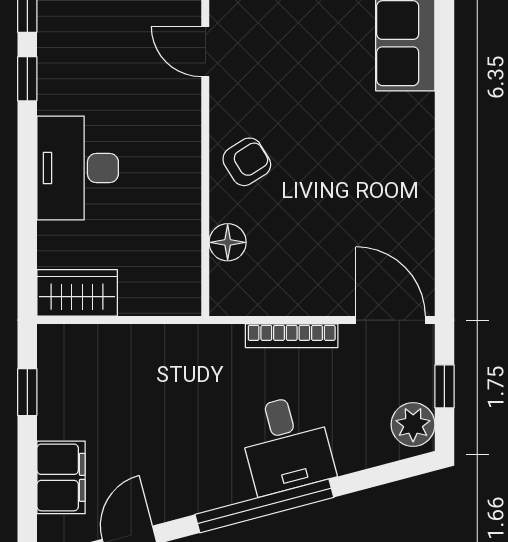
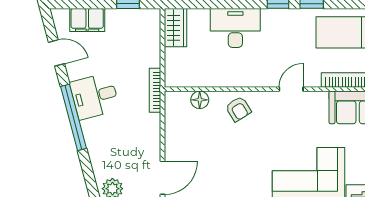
bookcase: (292, 336) -> (155, 90), moved
desk: (286, 444) -> (95, 96), moved

